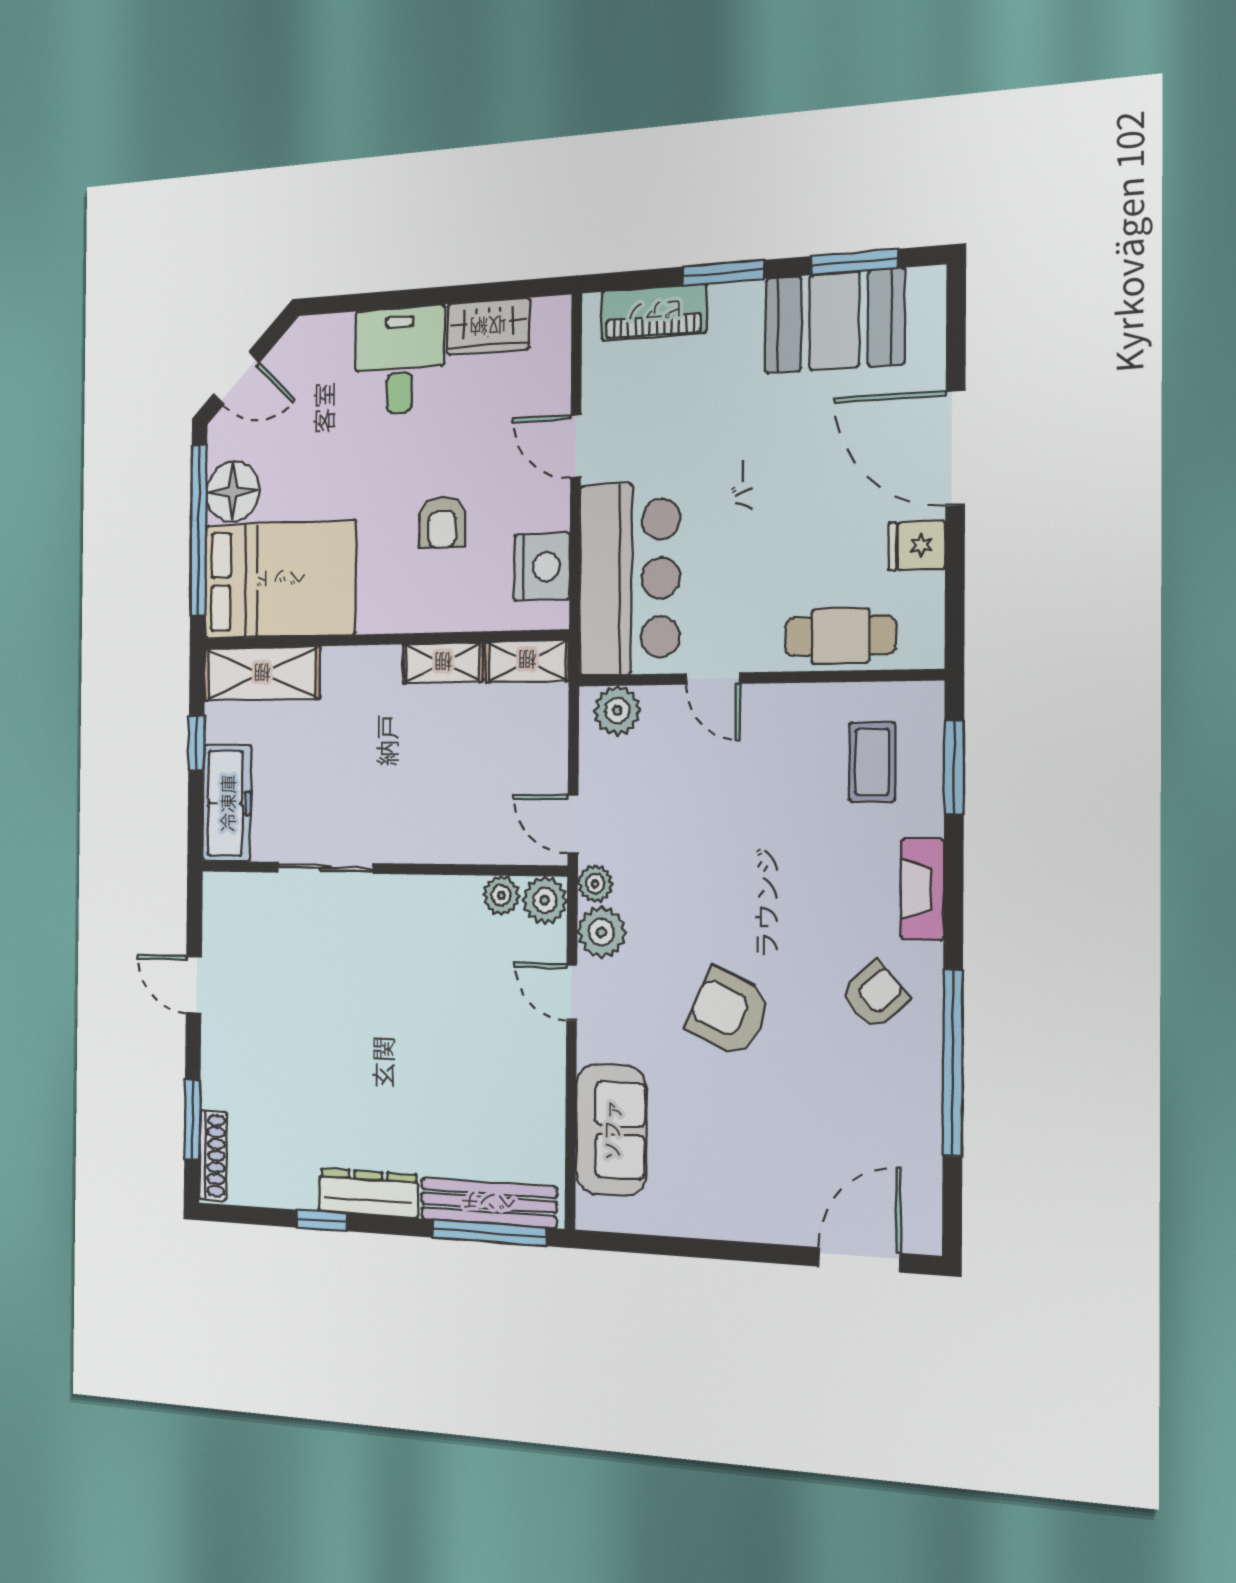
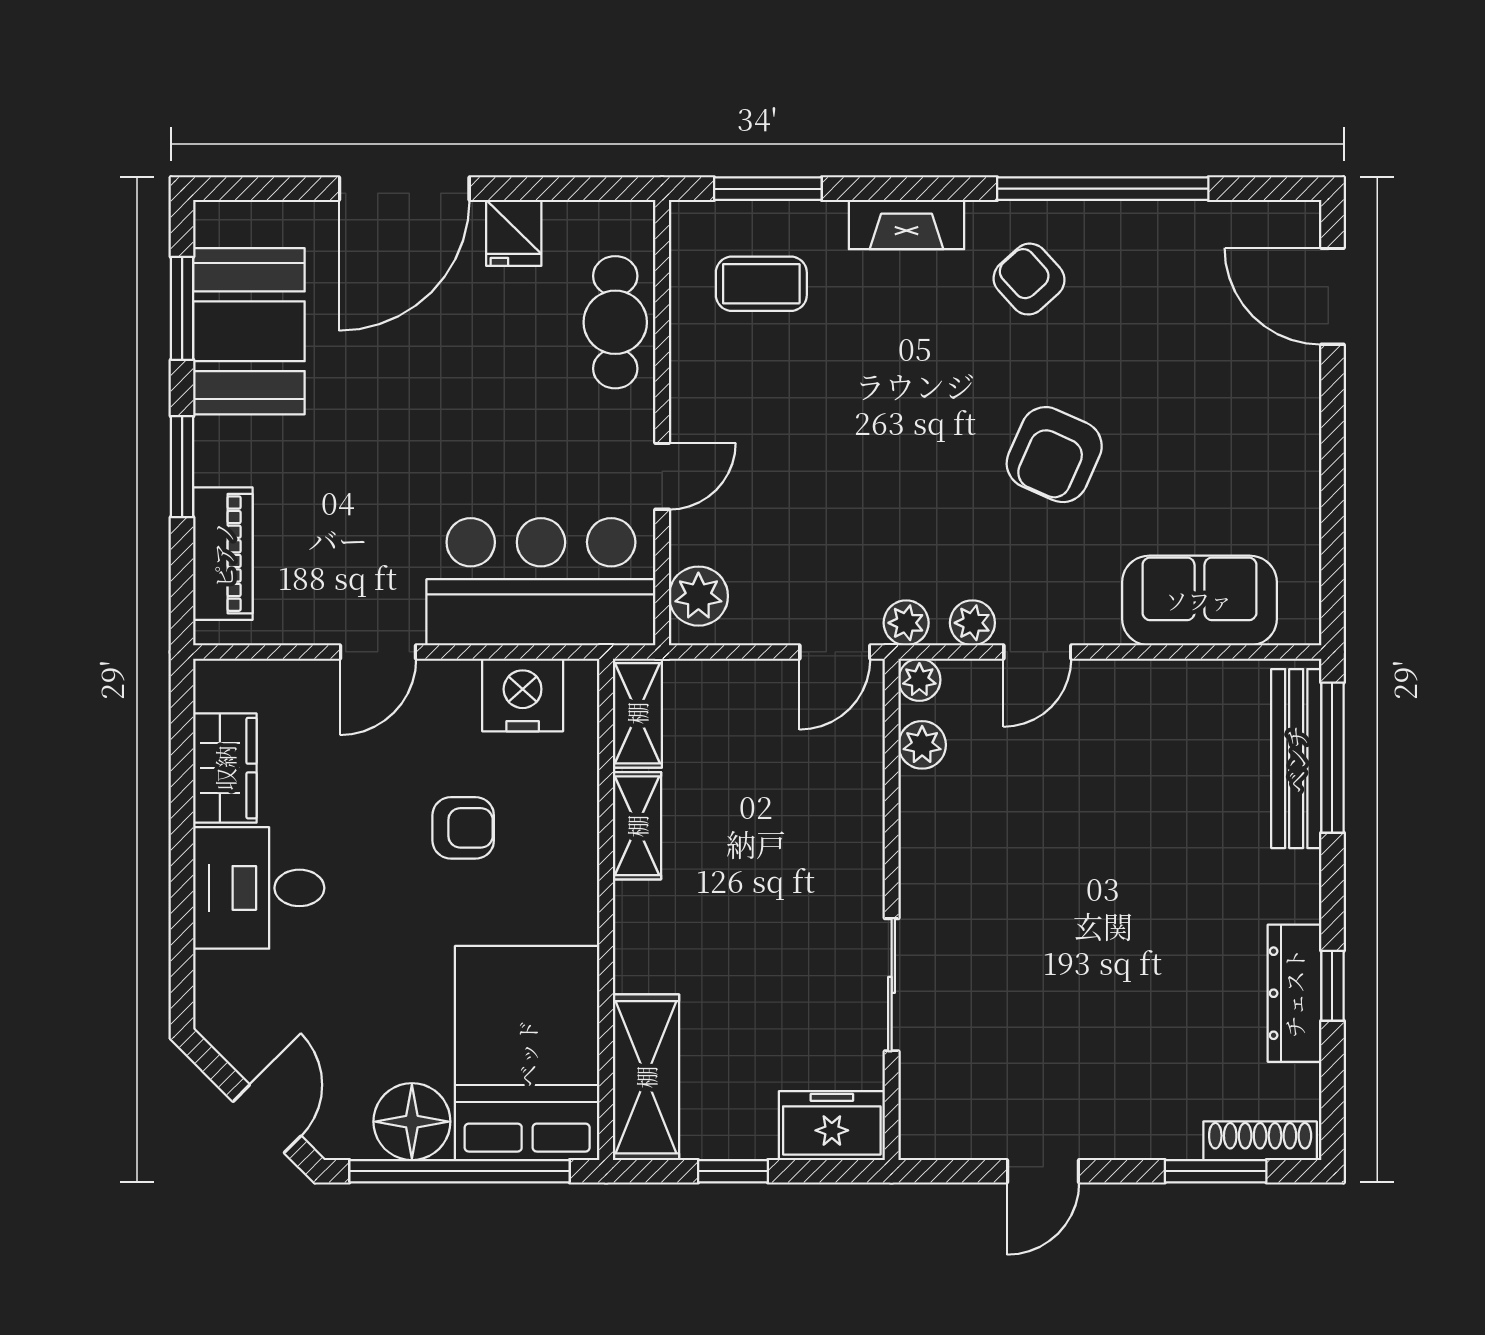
freezer: (227, 803) -> (832, 1126), width x0.71
plant: (545, 900) -> (919, 680), width x0.73, depth x0.73
plant: (601, 932) -> (972, 623), width x0.73, depth x0.73
dresser: (368, 1193) -> (1294, 993), moved

